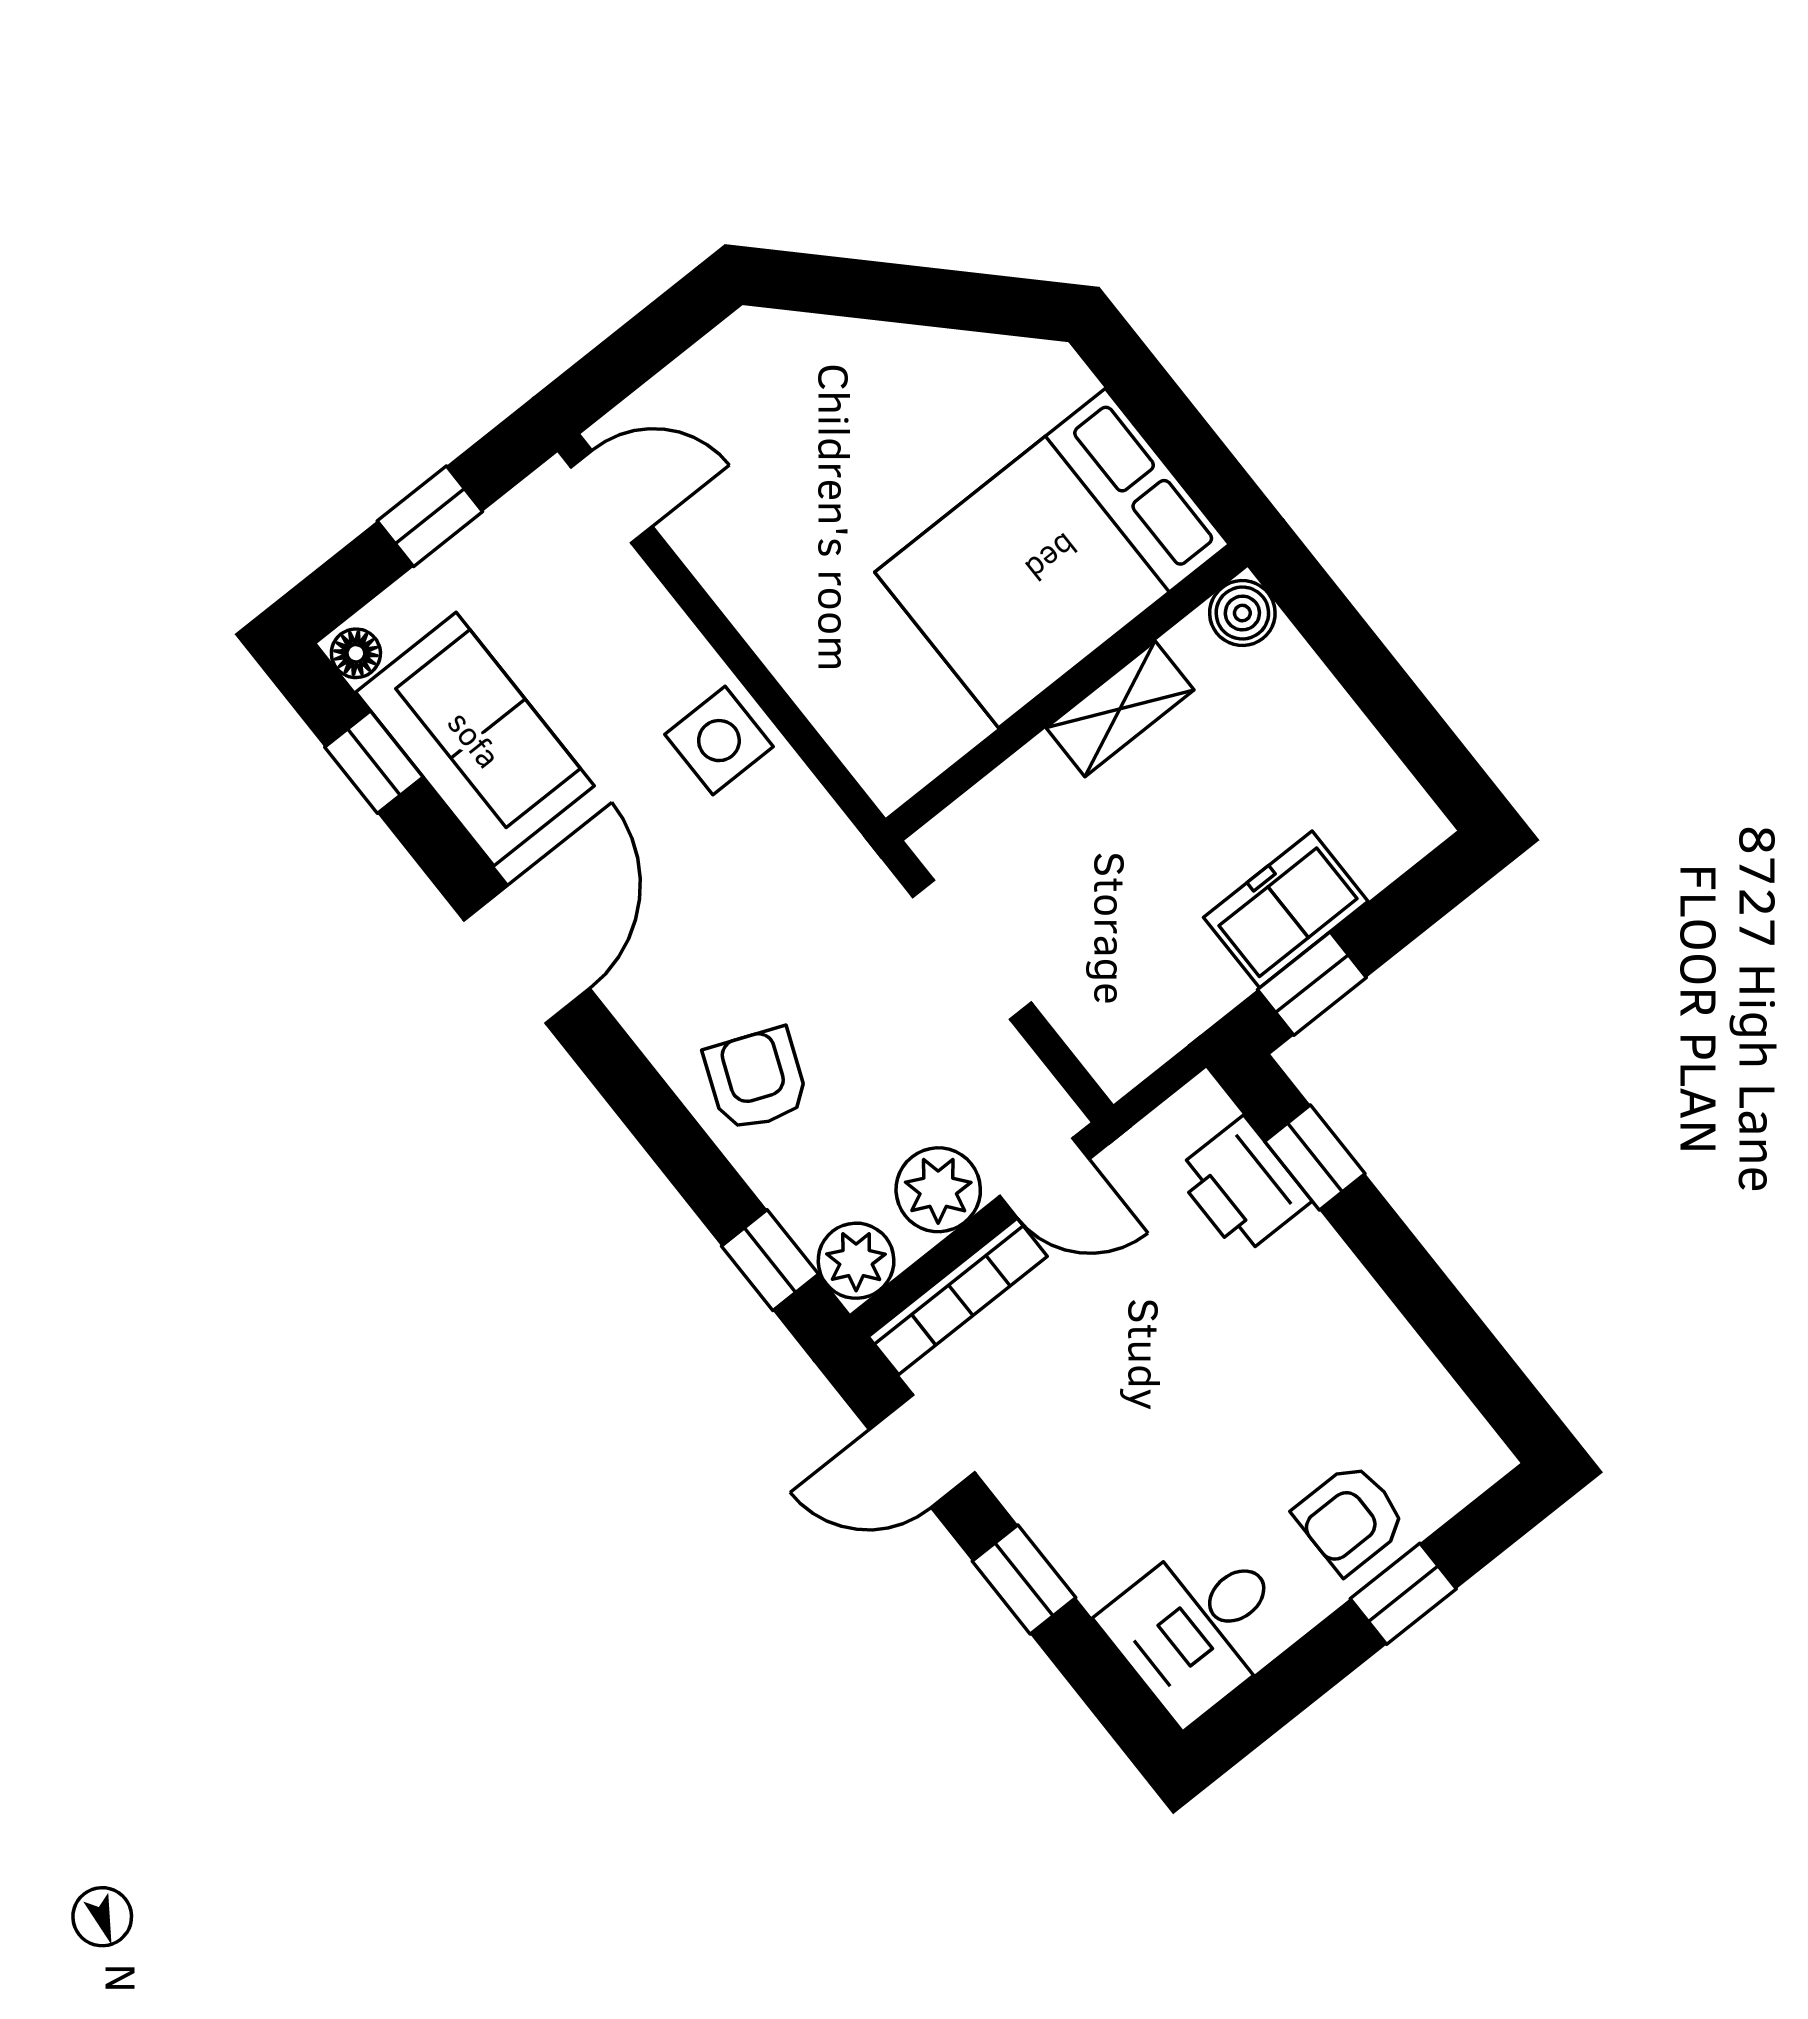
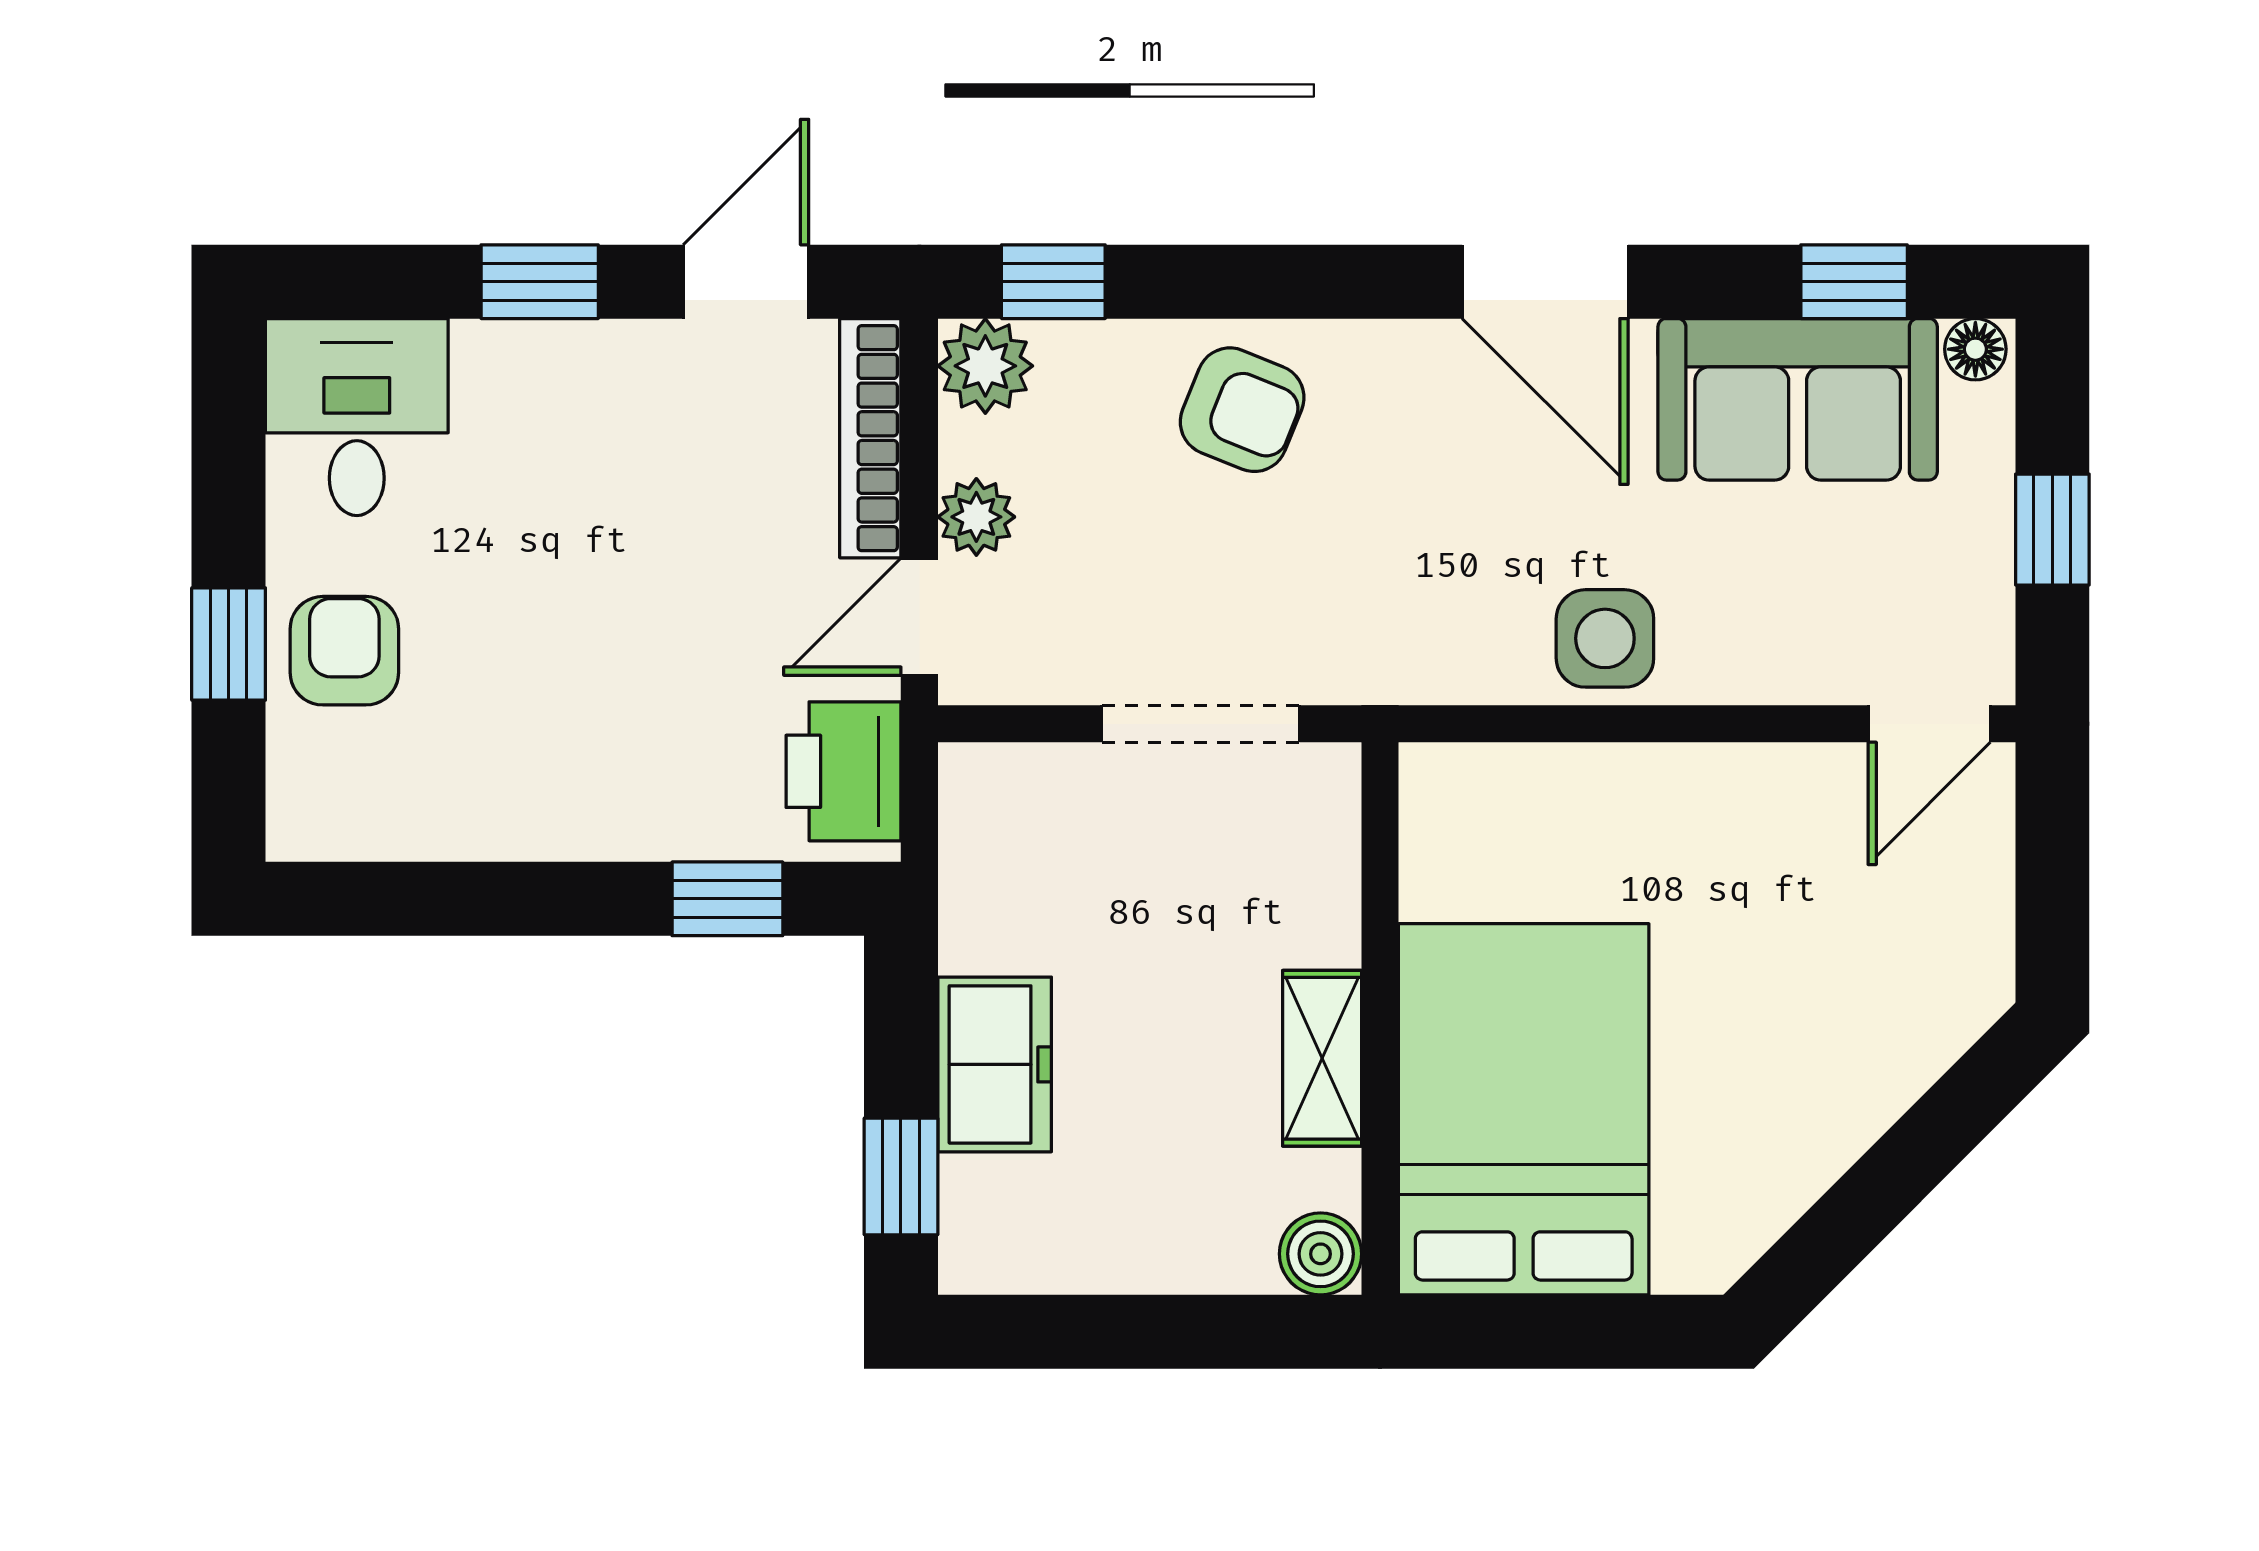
window: (1312, 984) -> (901, 1176), moved
printer: (1242, 1186) -> (844, 771), moved, turned -90
plant: (938, 1190) -> (976, 517), width x0.73, depth x0.73

